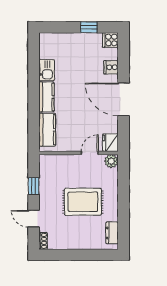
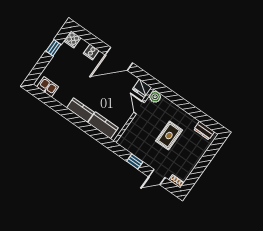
kitchen sink: (47, 70) -> (48, 87), moved
rug: (83, 202) -> (169, 136), width x0.73, depth x0.70

